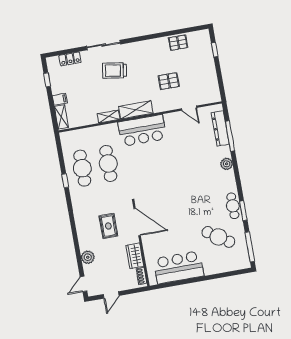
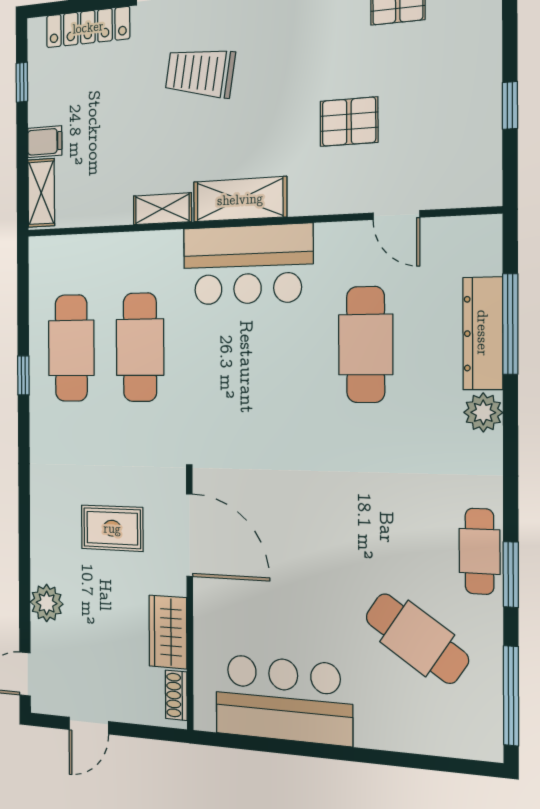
window: (215, 50) -> (510, 105), moved
locker: (70, 59) -> (88, 27), width x1.53
dresser: (220, 128) -> (483, 333), moved
cafe table: (186, 150) -> (366, 345), added
rug: (108, 226) -> (112, 528), turned 90

